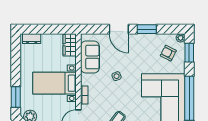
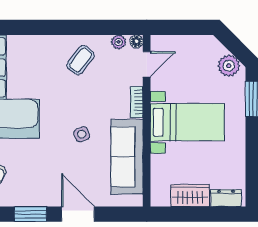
wardrobe: (70, 45) -> (190, 196), moved, turned -90
sofa: (90, 57) -> (127, 157), width x1.36

